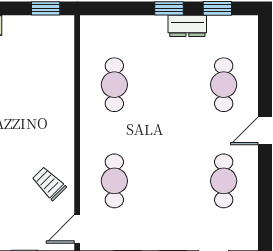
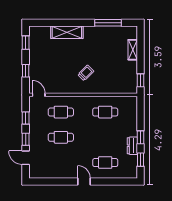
cafe table: (224, 181) -> (61, 137), moved
trolley: (49, 183) -> (86, 73), moved

